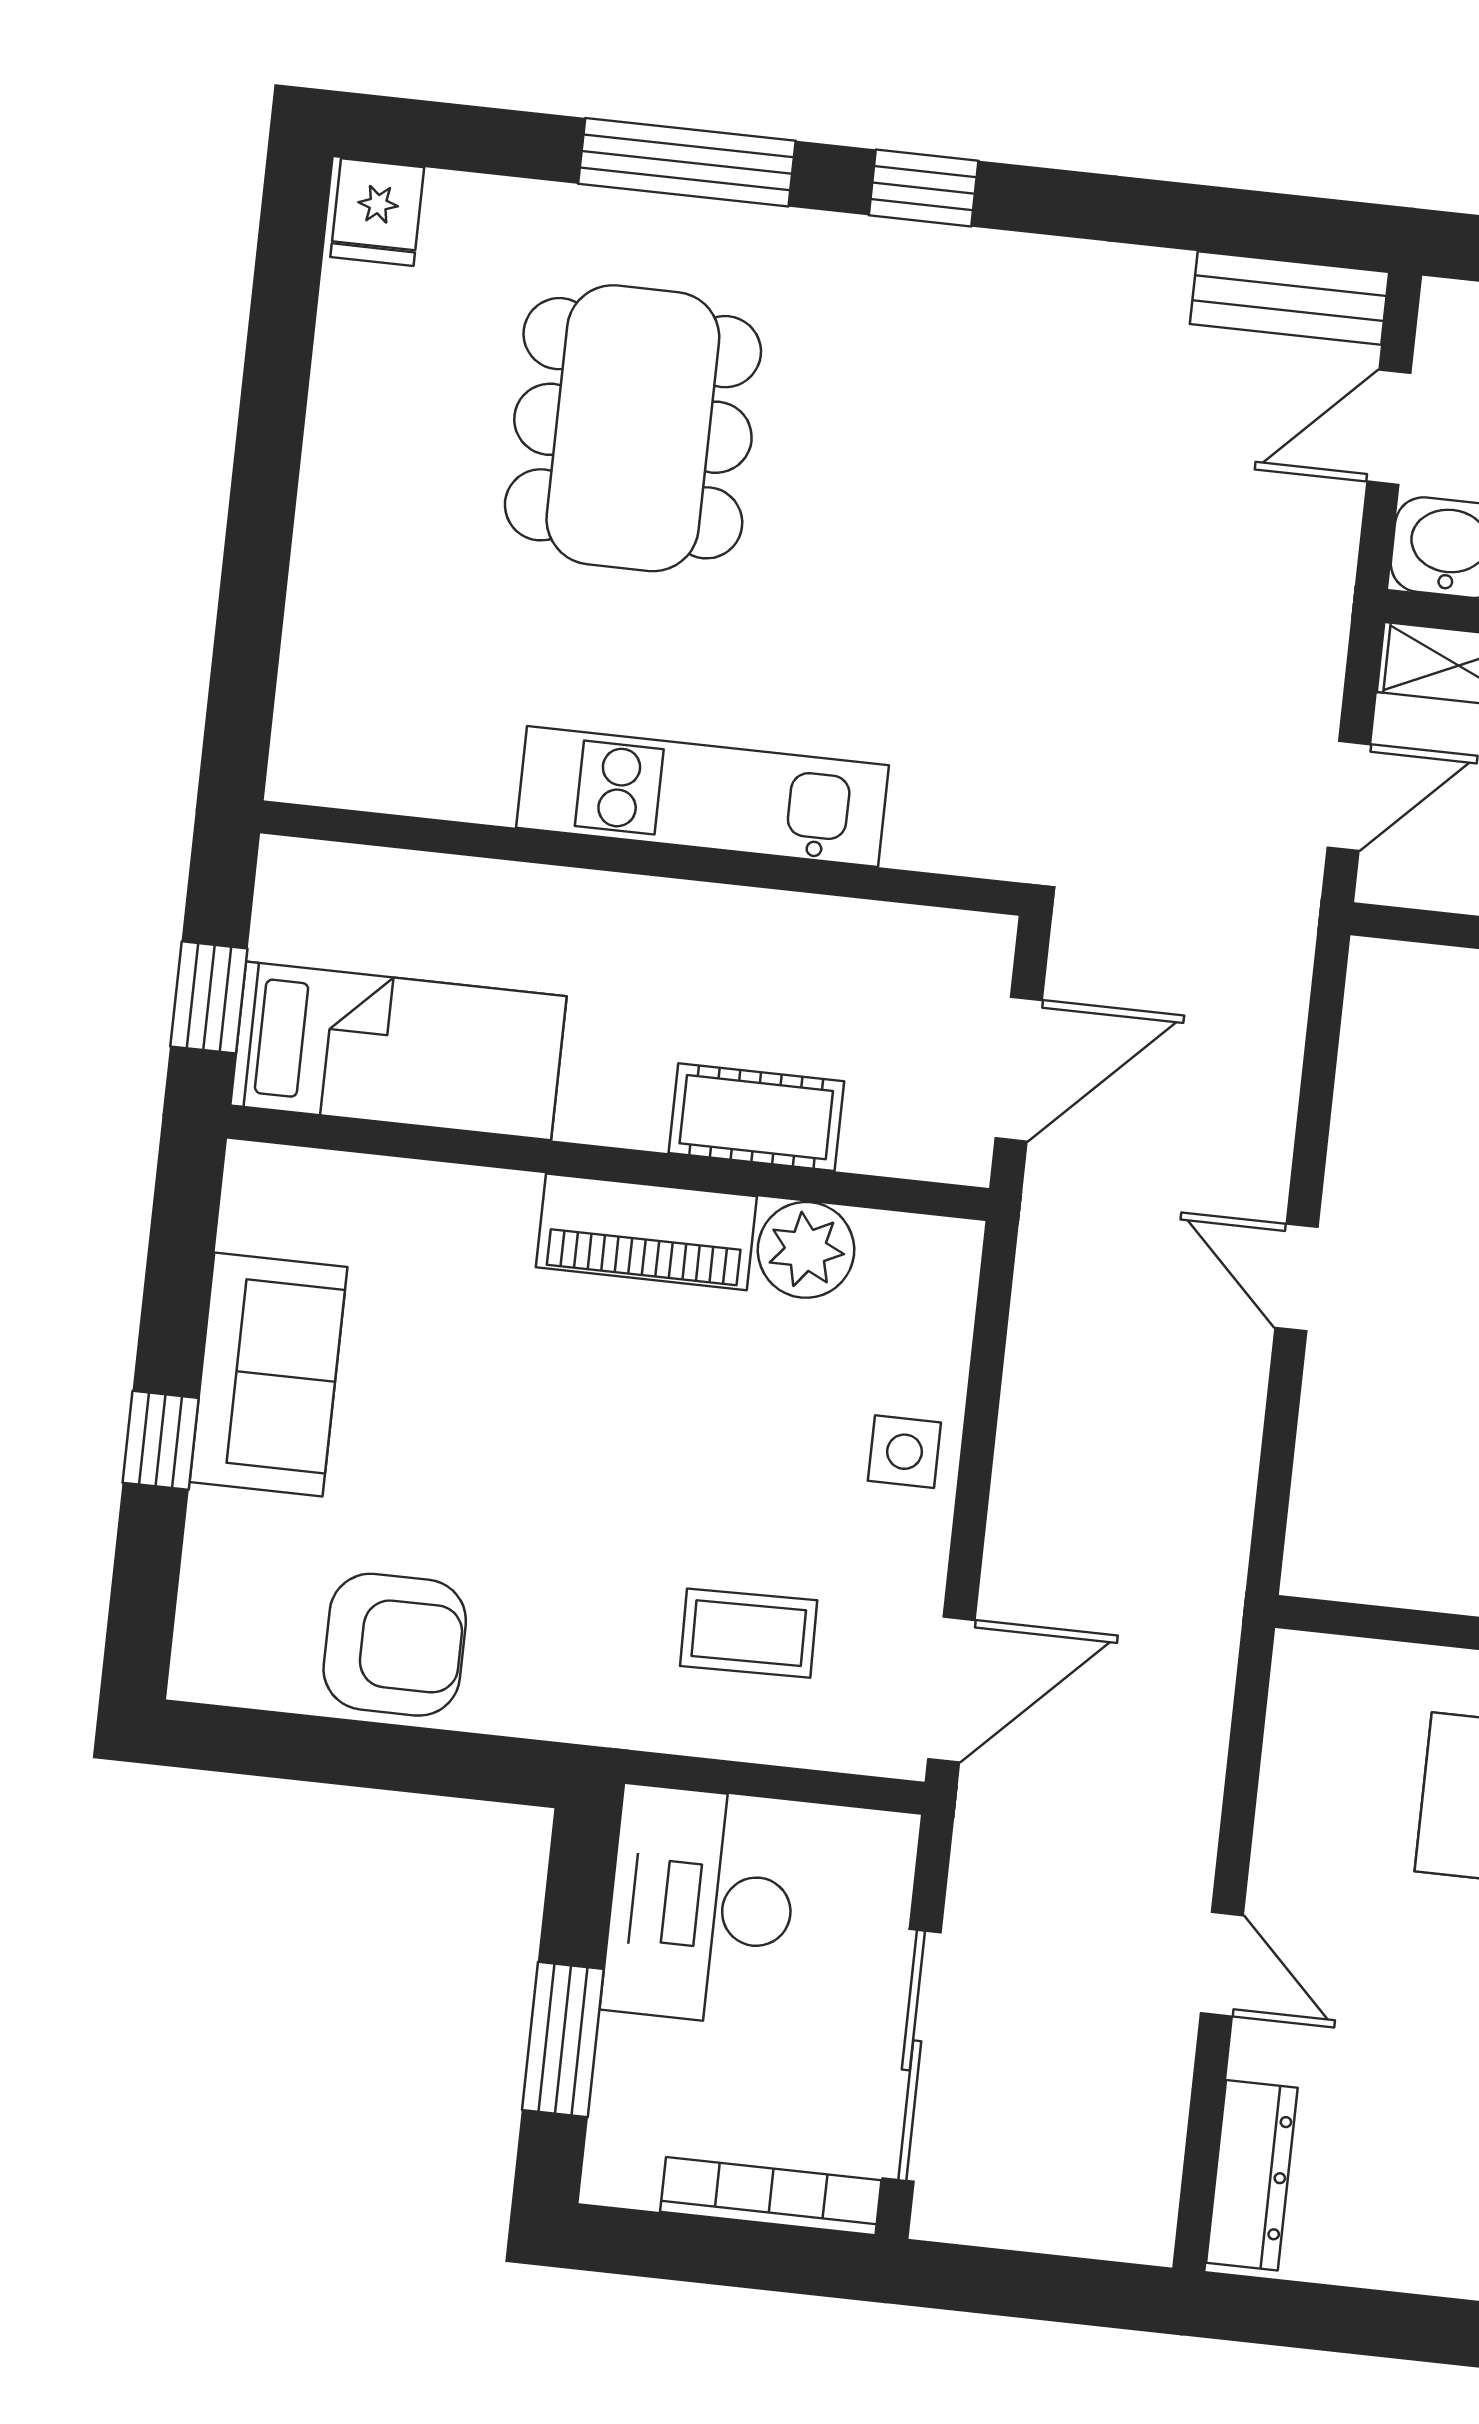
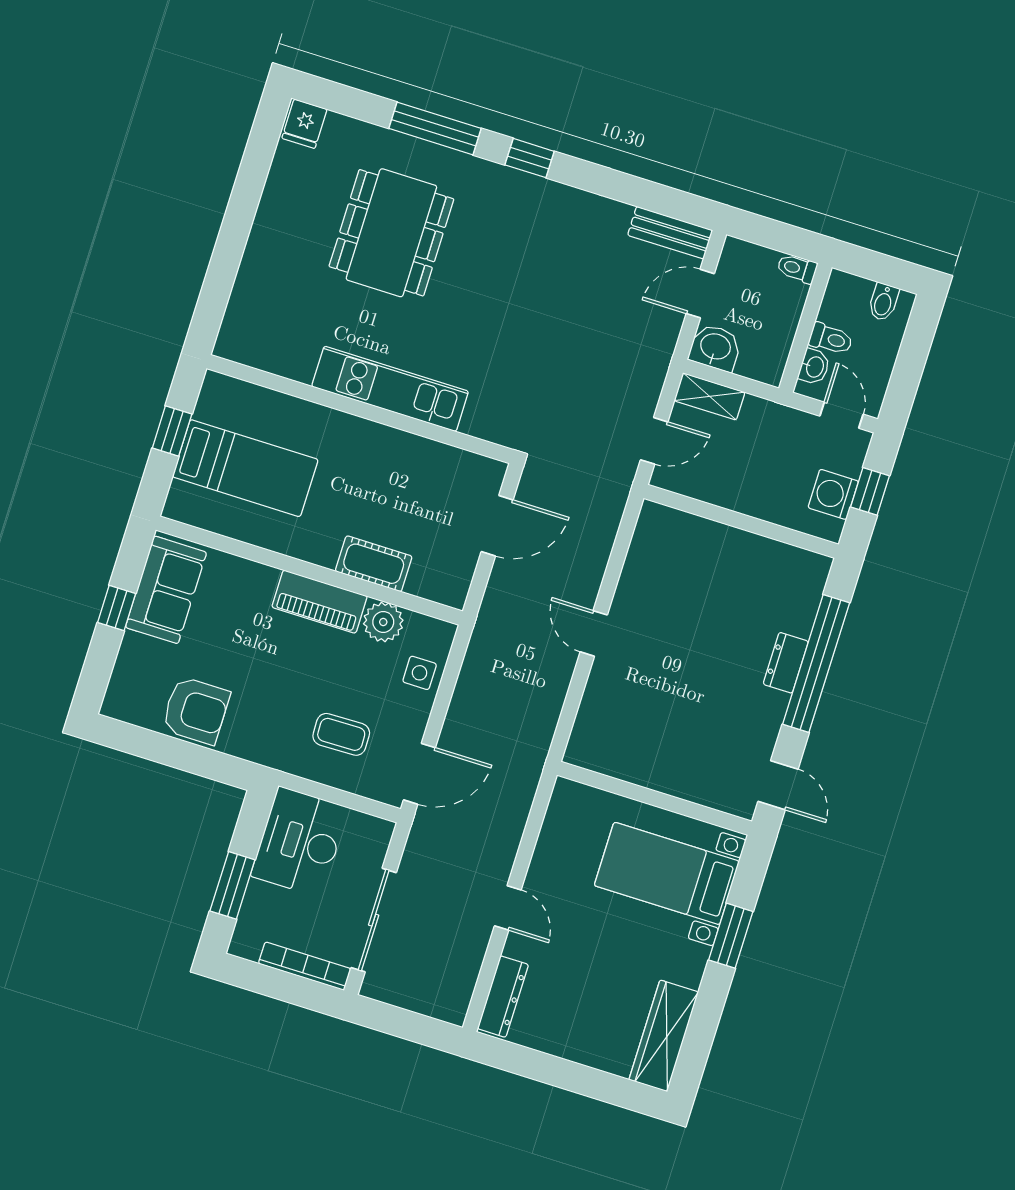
cot: (756, 1117) -> (374, 564), moved
wall: (608, 1163) -> (309, 571), moved
piano: (646, 1232) -> (319, 602), moved
plant: (806, 1250) -> (383, 622), moved

